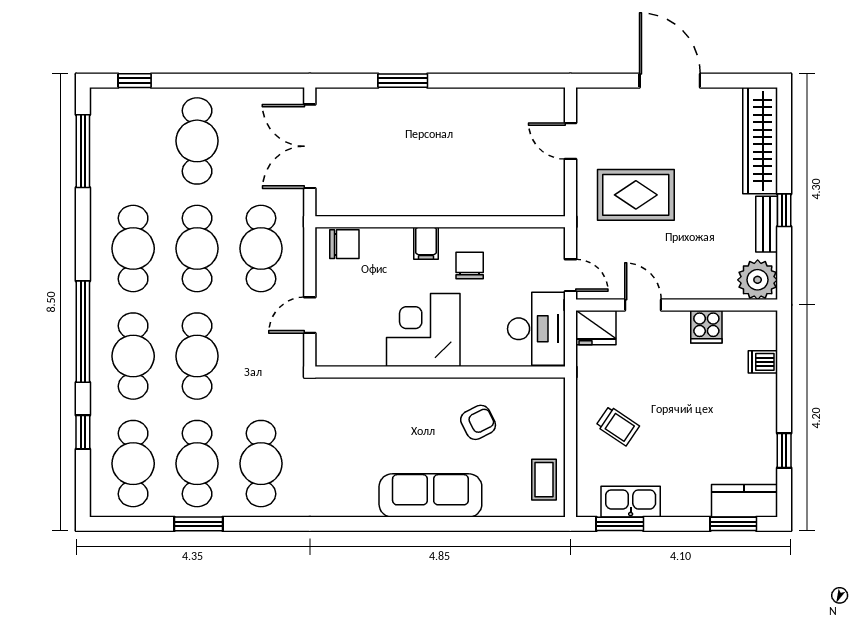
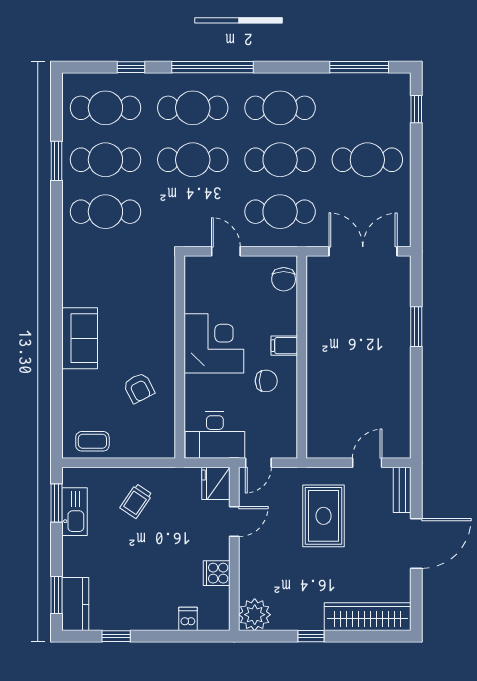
bench: (767, 224) -> (402, 490), moved, turned 90
sofa: (430, 495) -> (80, 338), width x0.73

